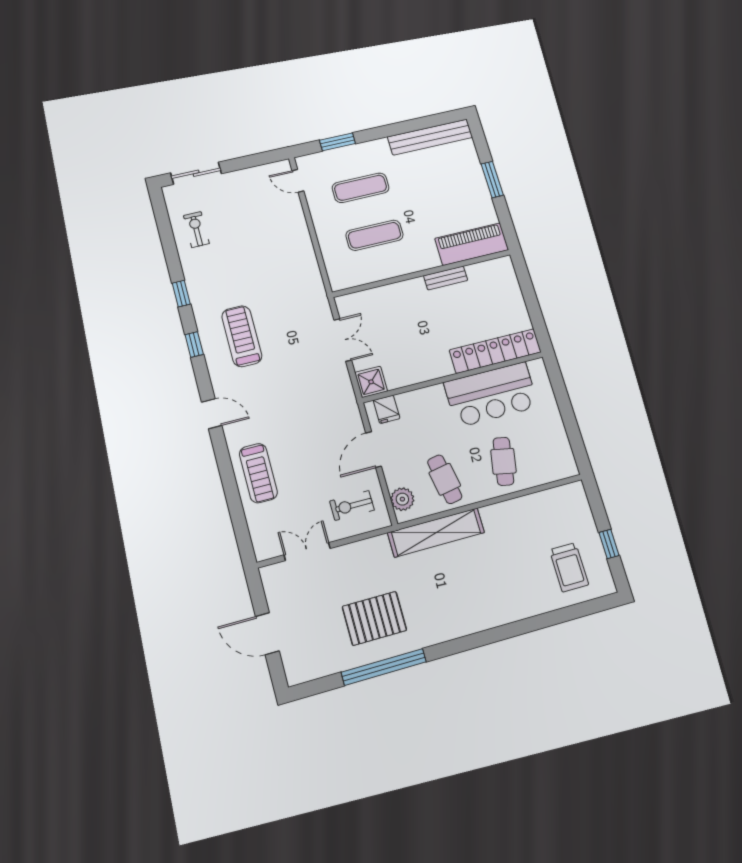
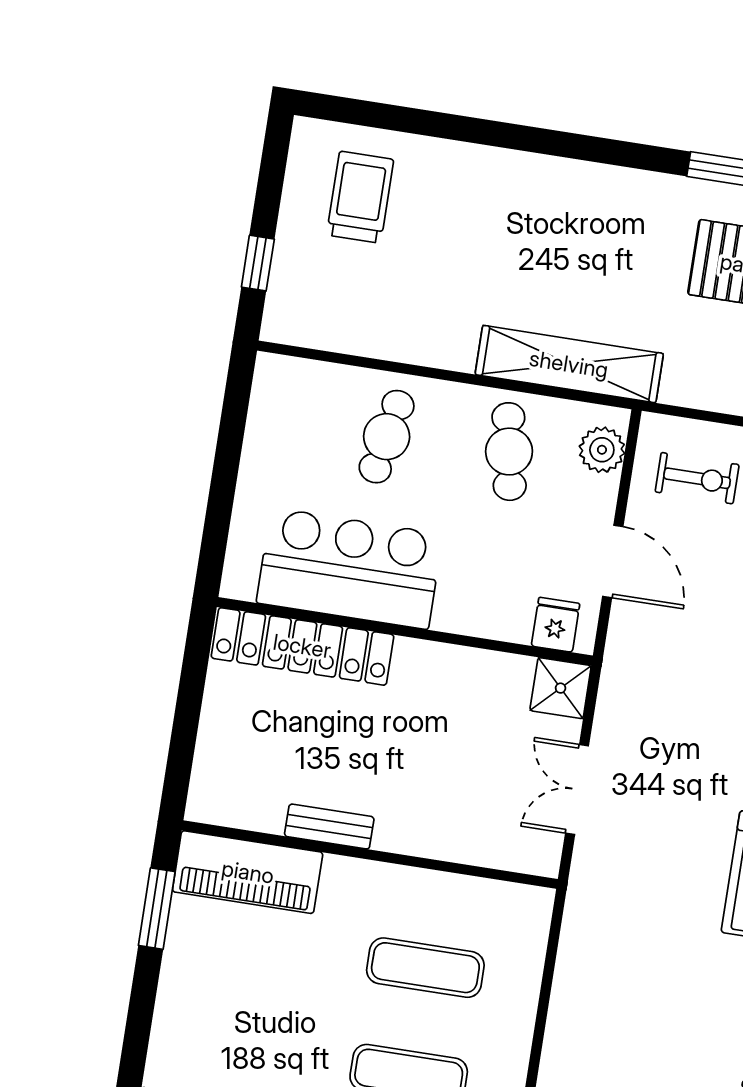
window: (492, 179) -> (157, 909), moved
door: (374, 450) -> (613, 561), hinge flipped
window: (609, 544) -> (258, 263), moved

